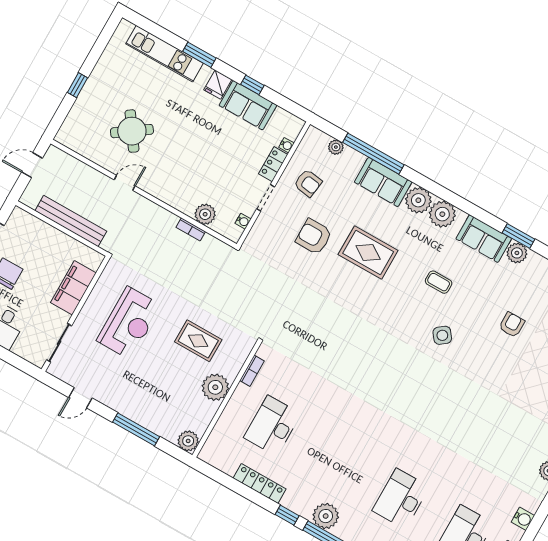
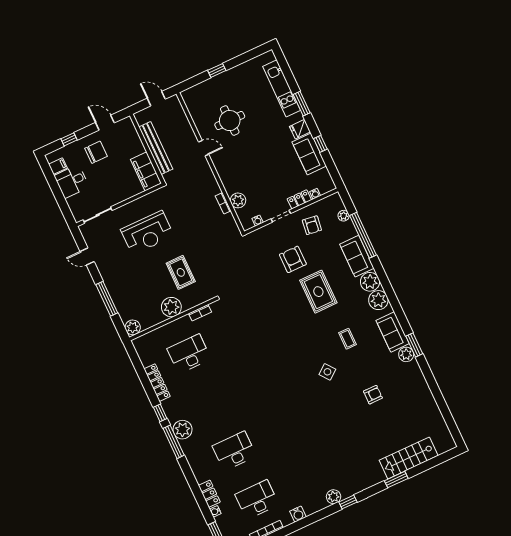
round table: (132, 131) -> (230, 121), turned 35
filing cabinet: (73, 288) -> (146, 171), moved, turned -90

